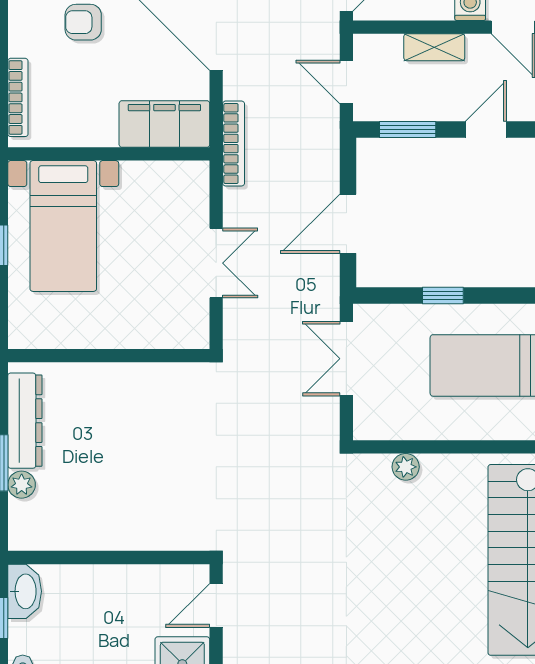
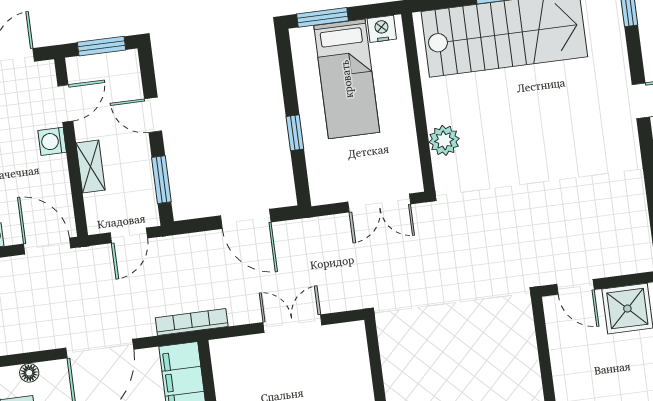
double door: (346, 359) -> (379, 203), moved
plant: (406, 467) -> (444, 140), width x1.38, depth x1.38

